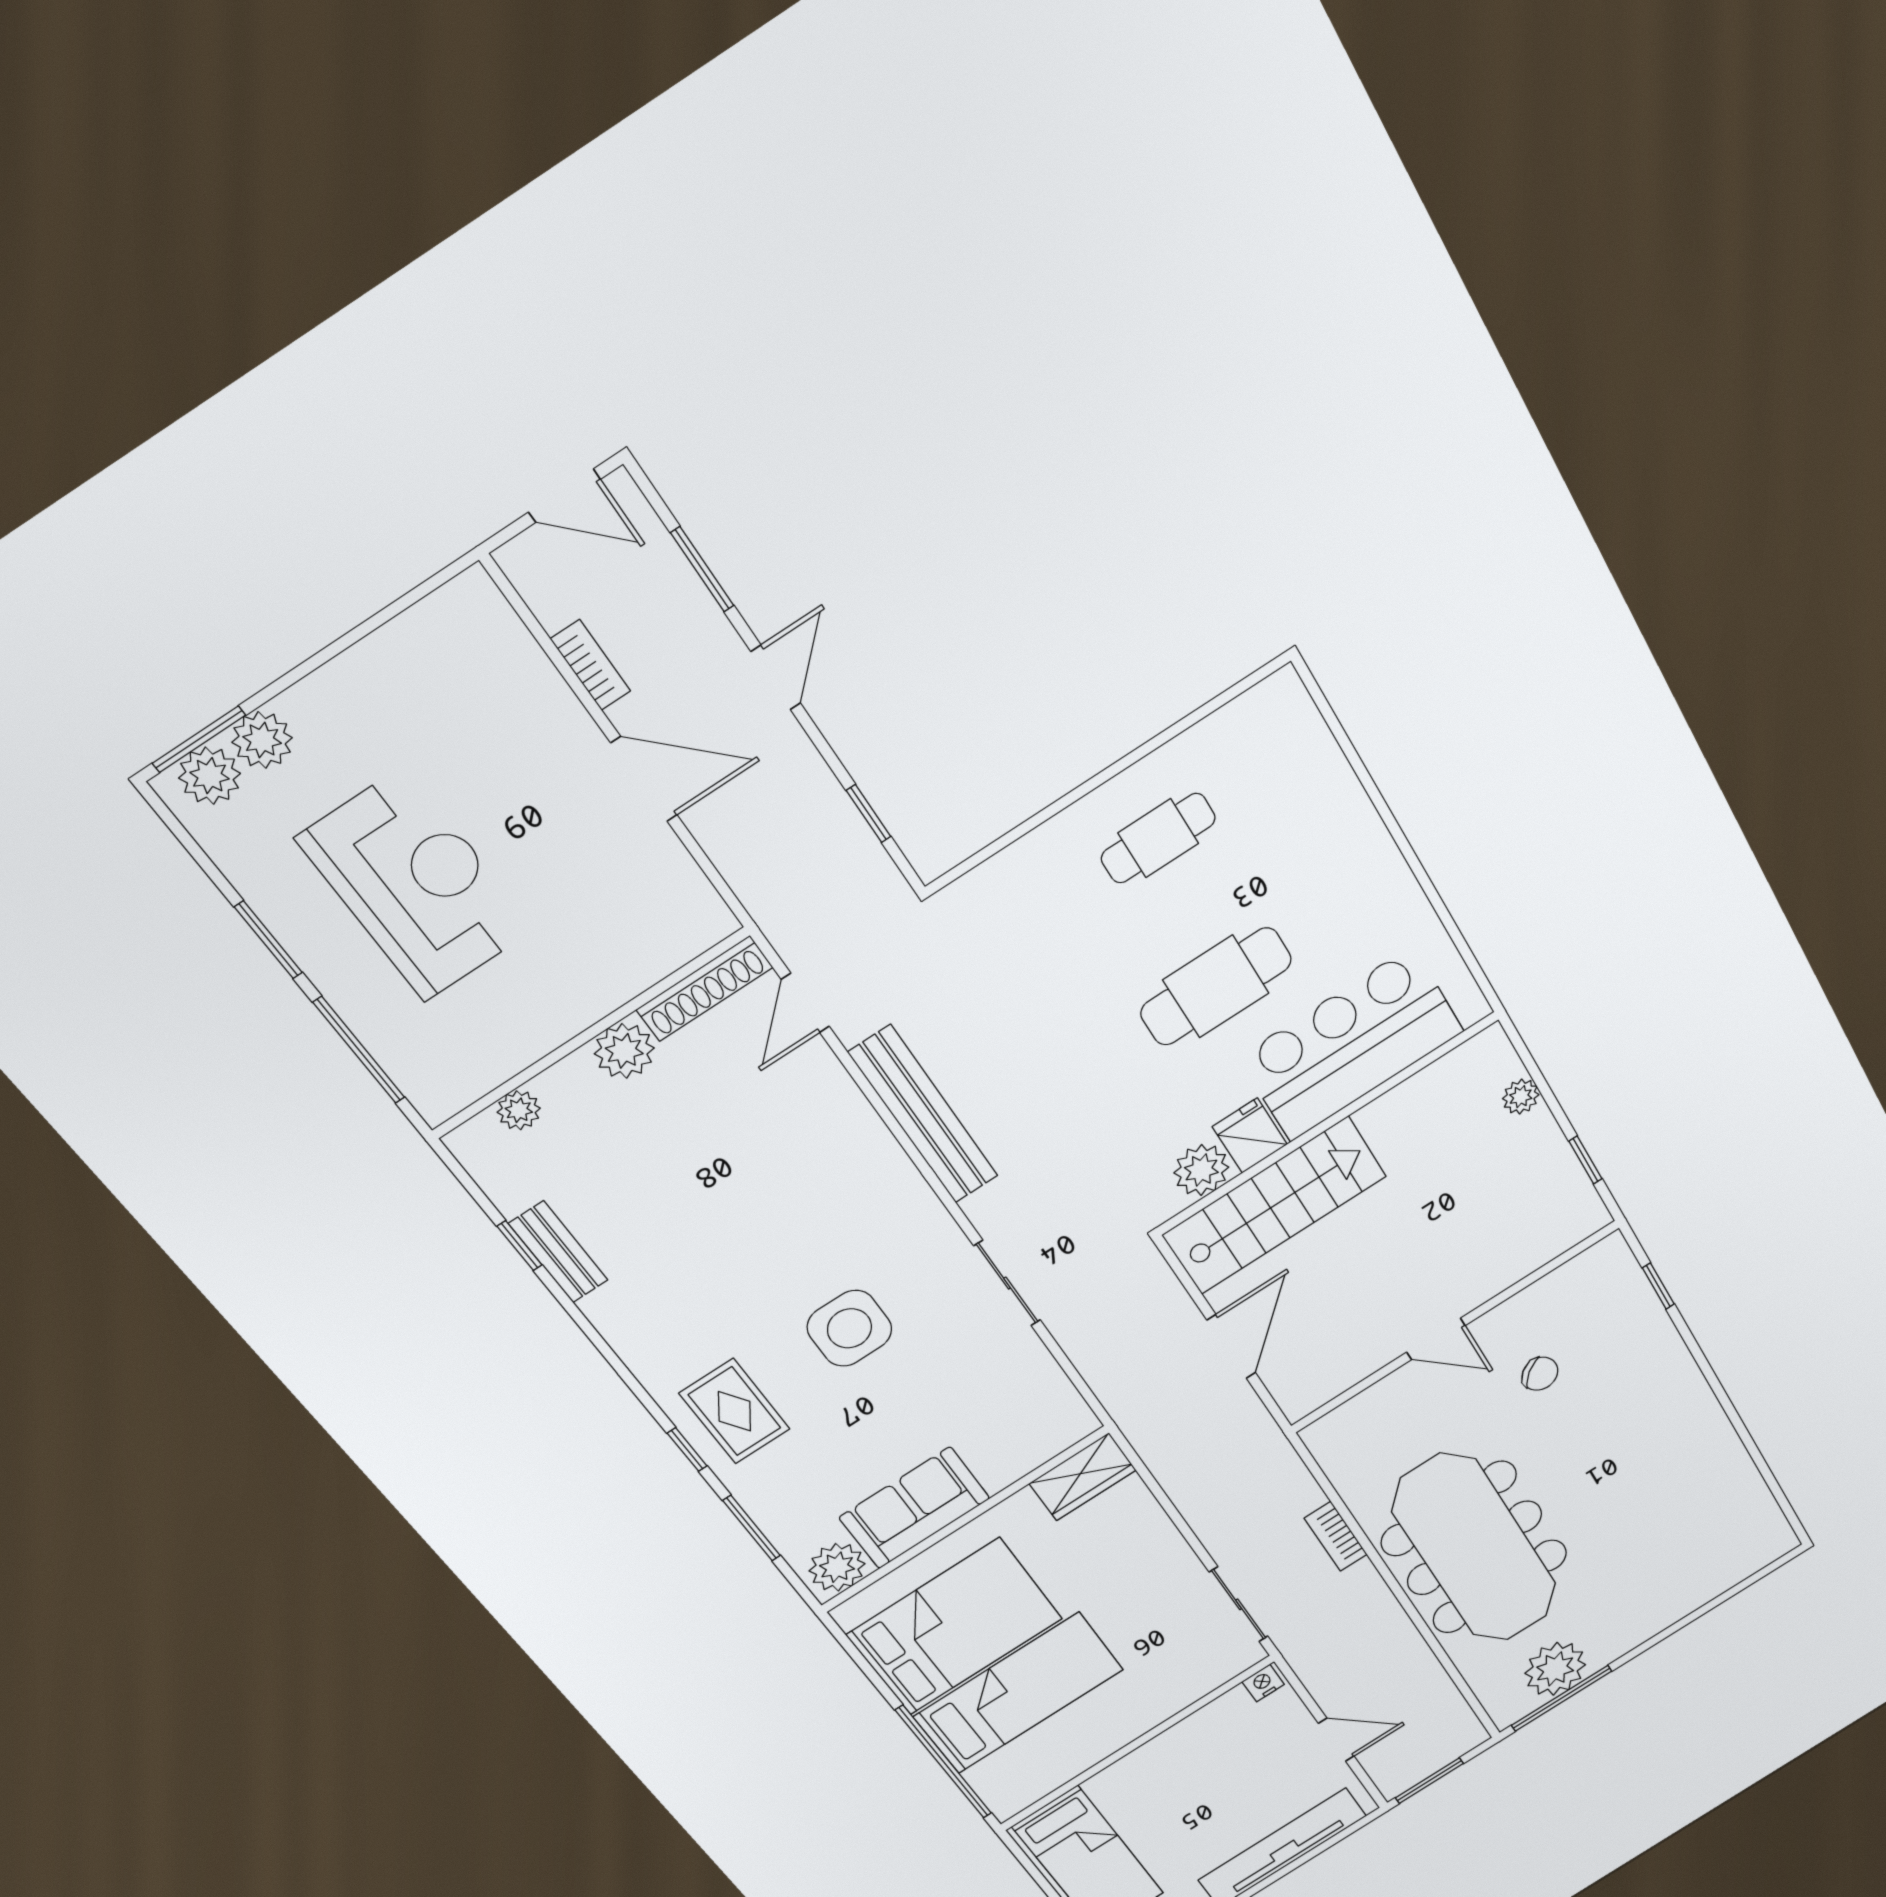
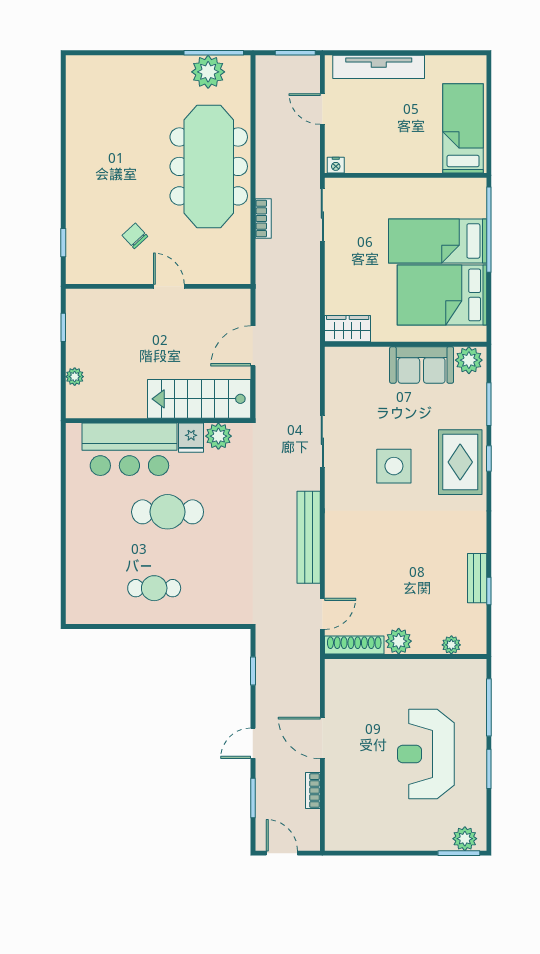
plant: (262, 740) -> (439, 839), removed
rug: (735, 1411) -> (460, 462), width x1.36, depth x1.43

